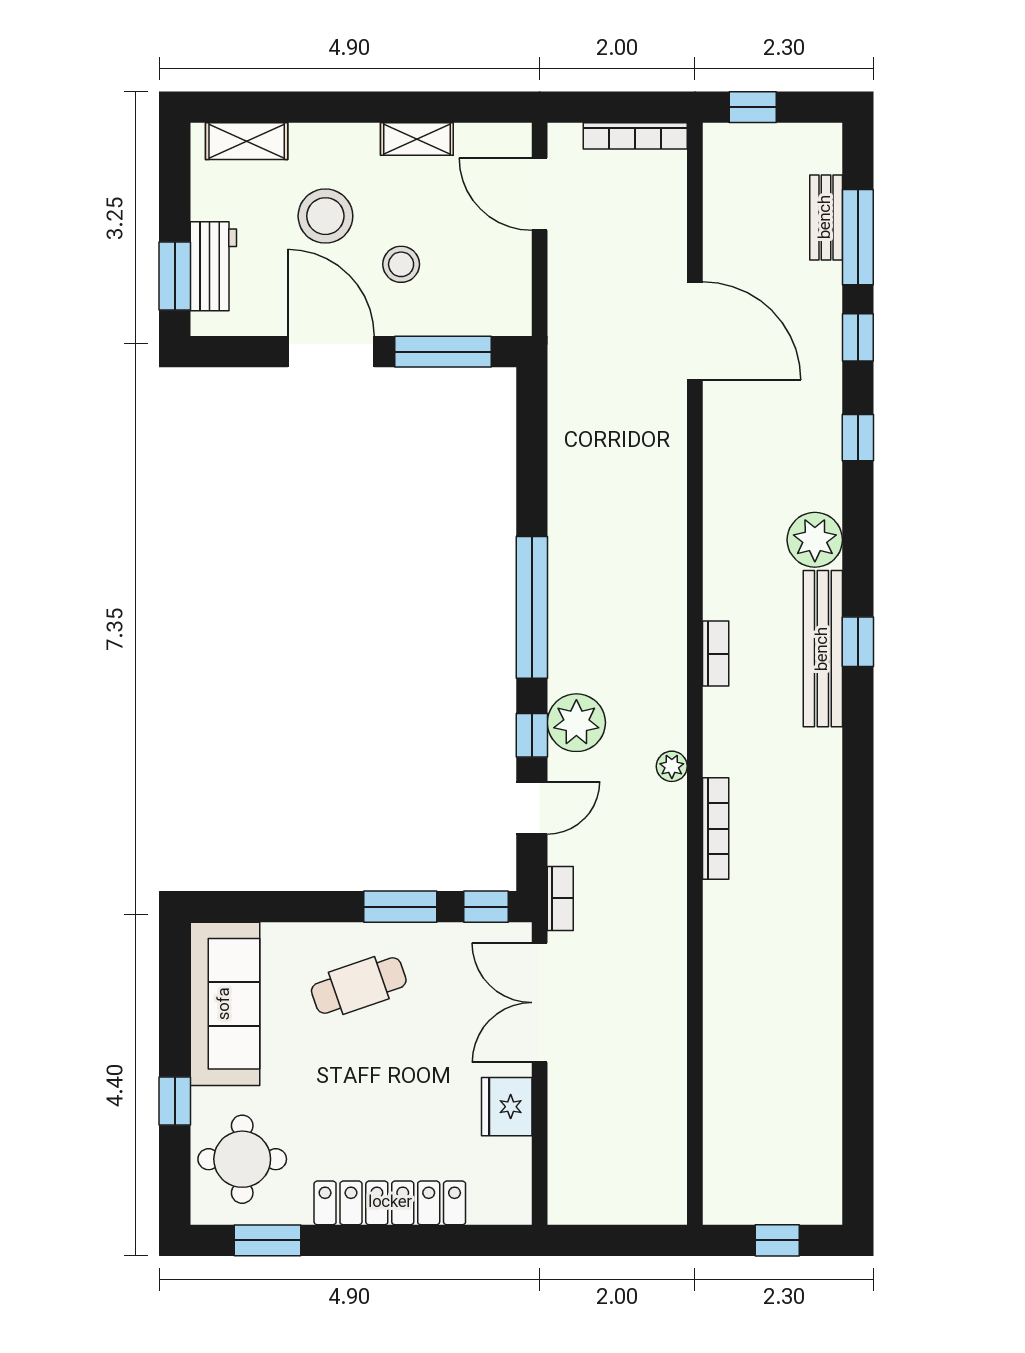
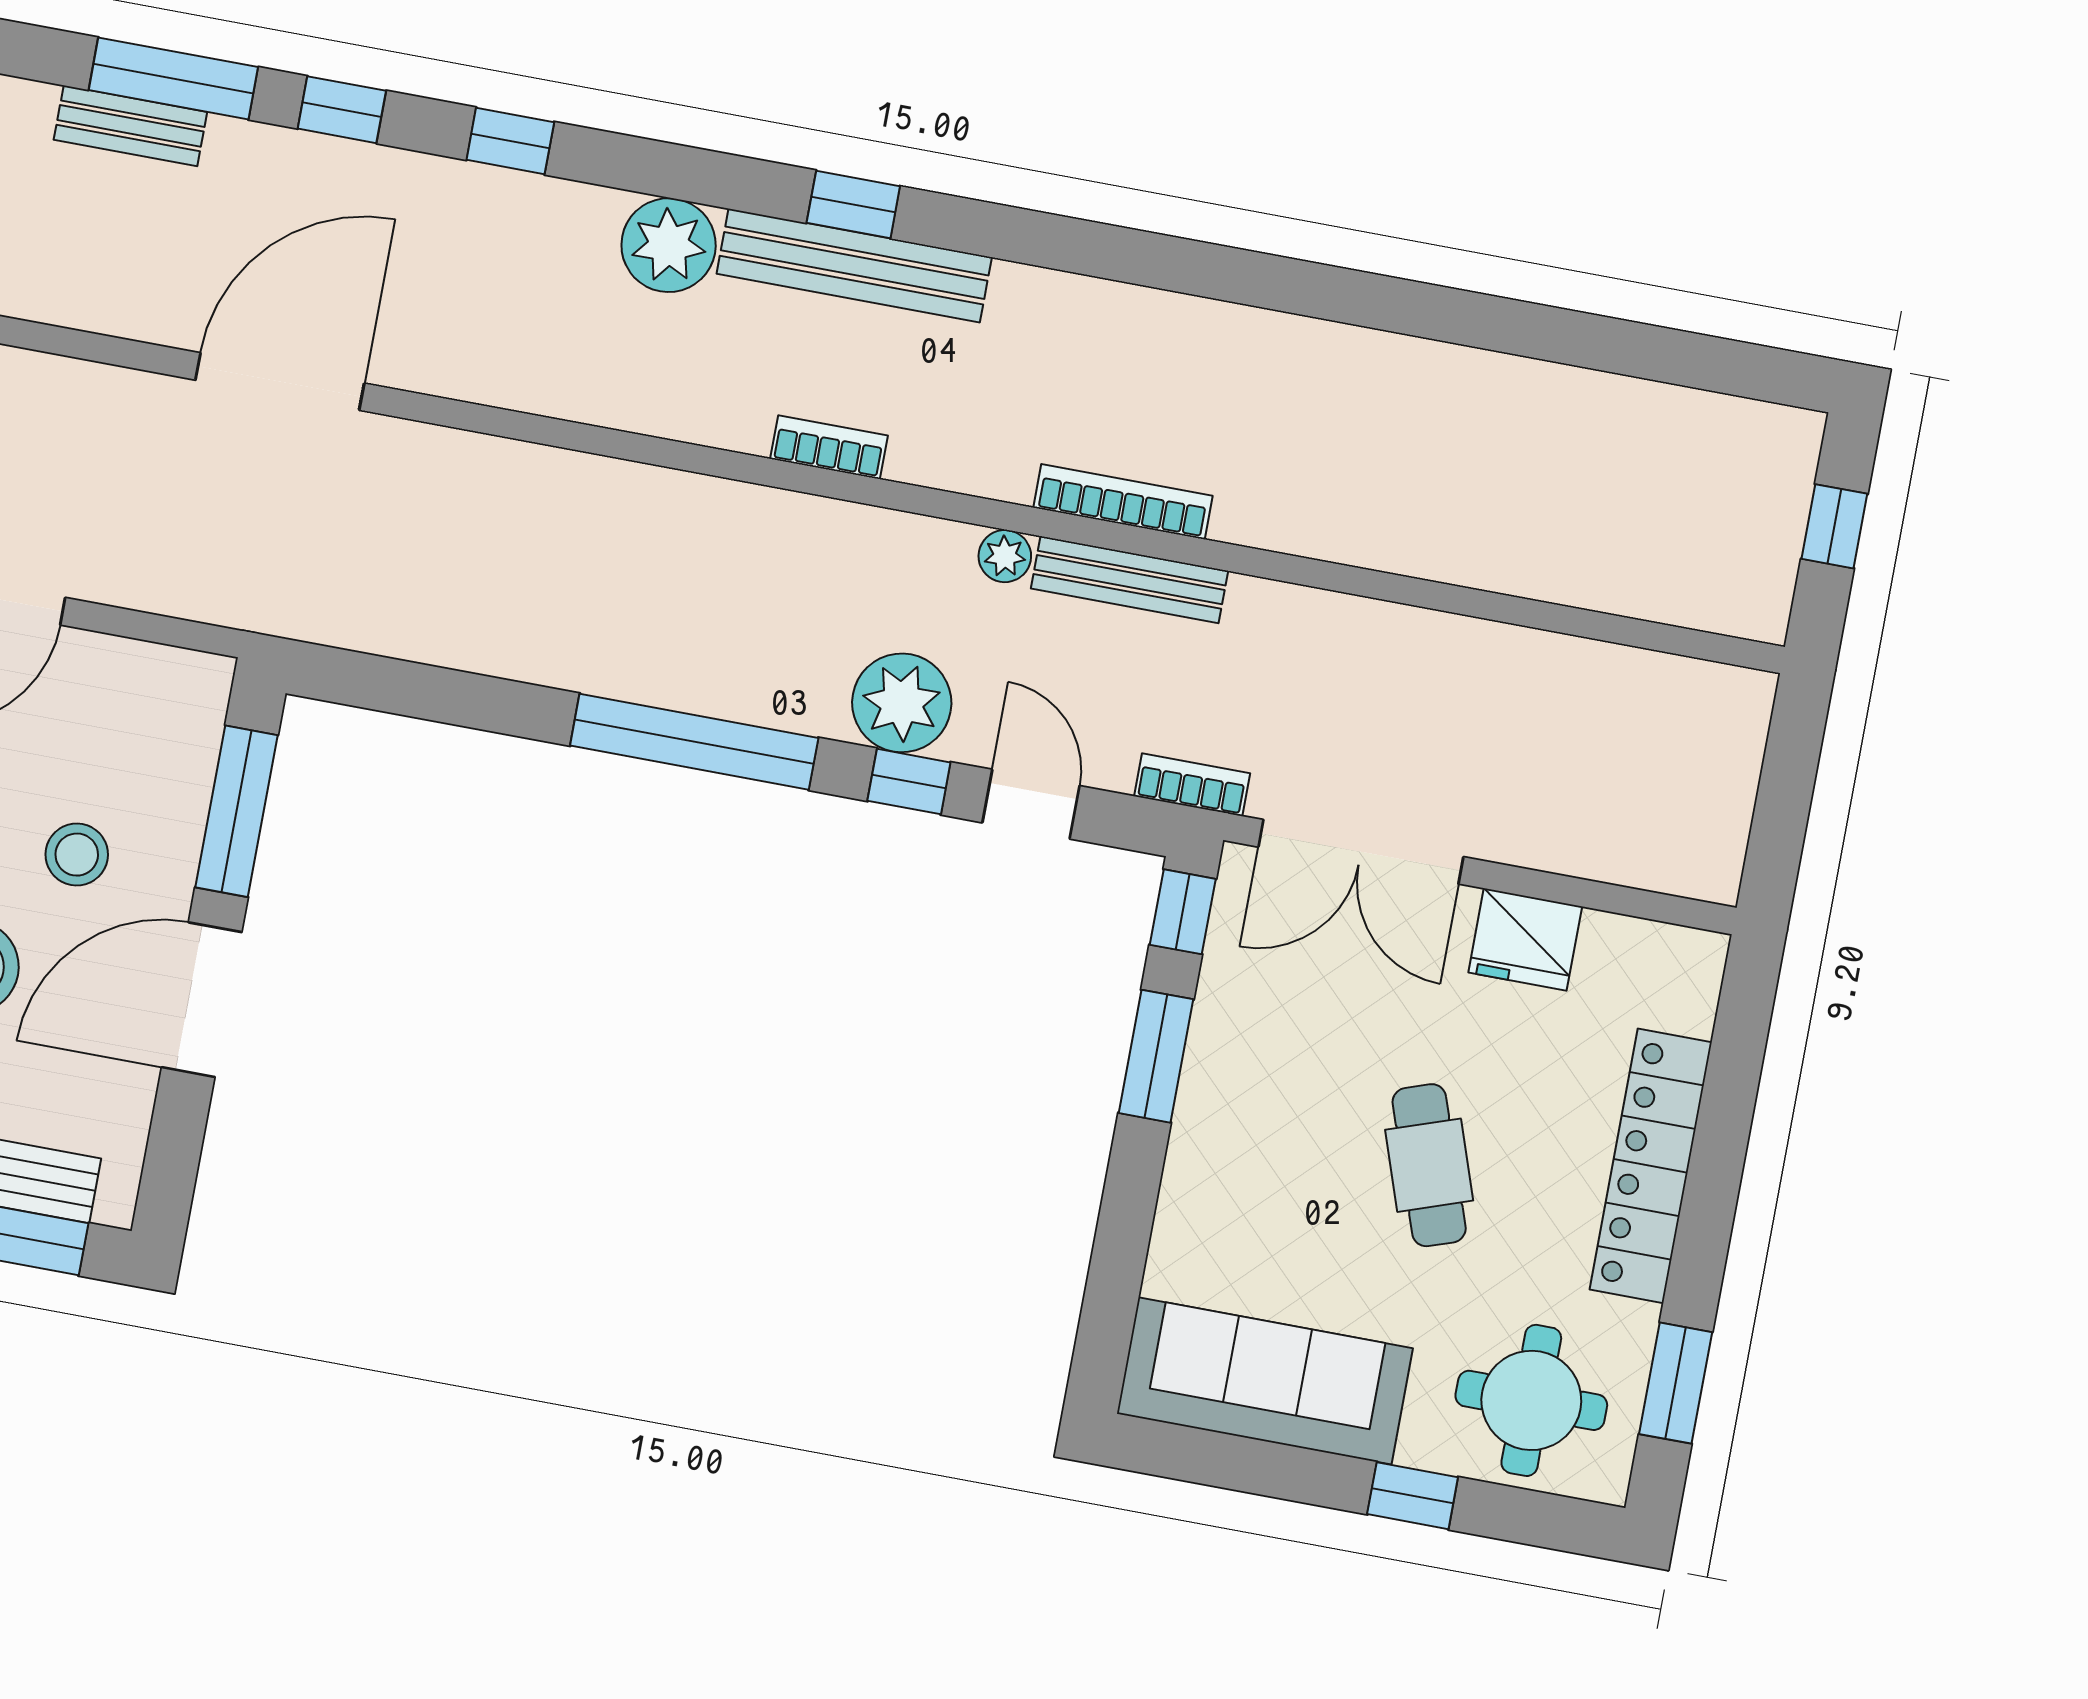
bench: (671, 841) -> (1129, 580), added
cafe table: (359, 985) -> (1429, 1165), moved

